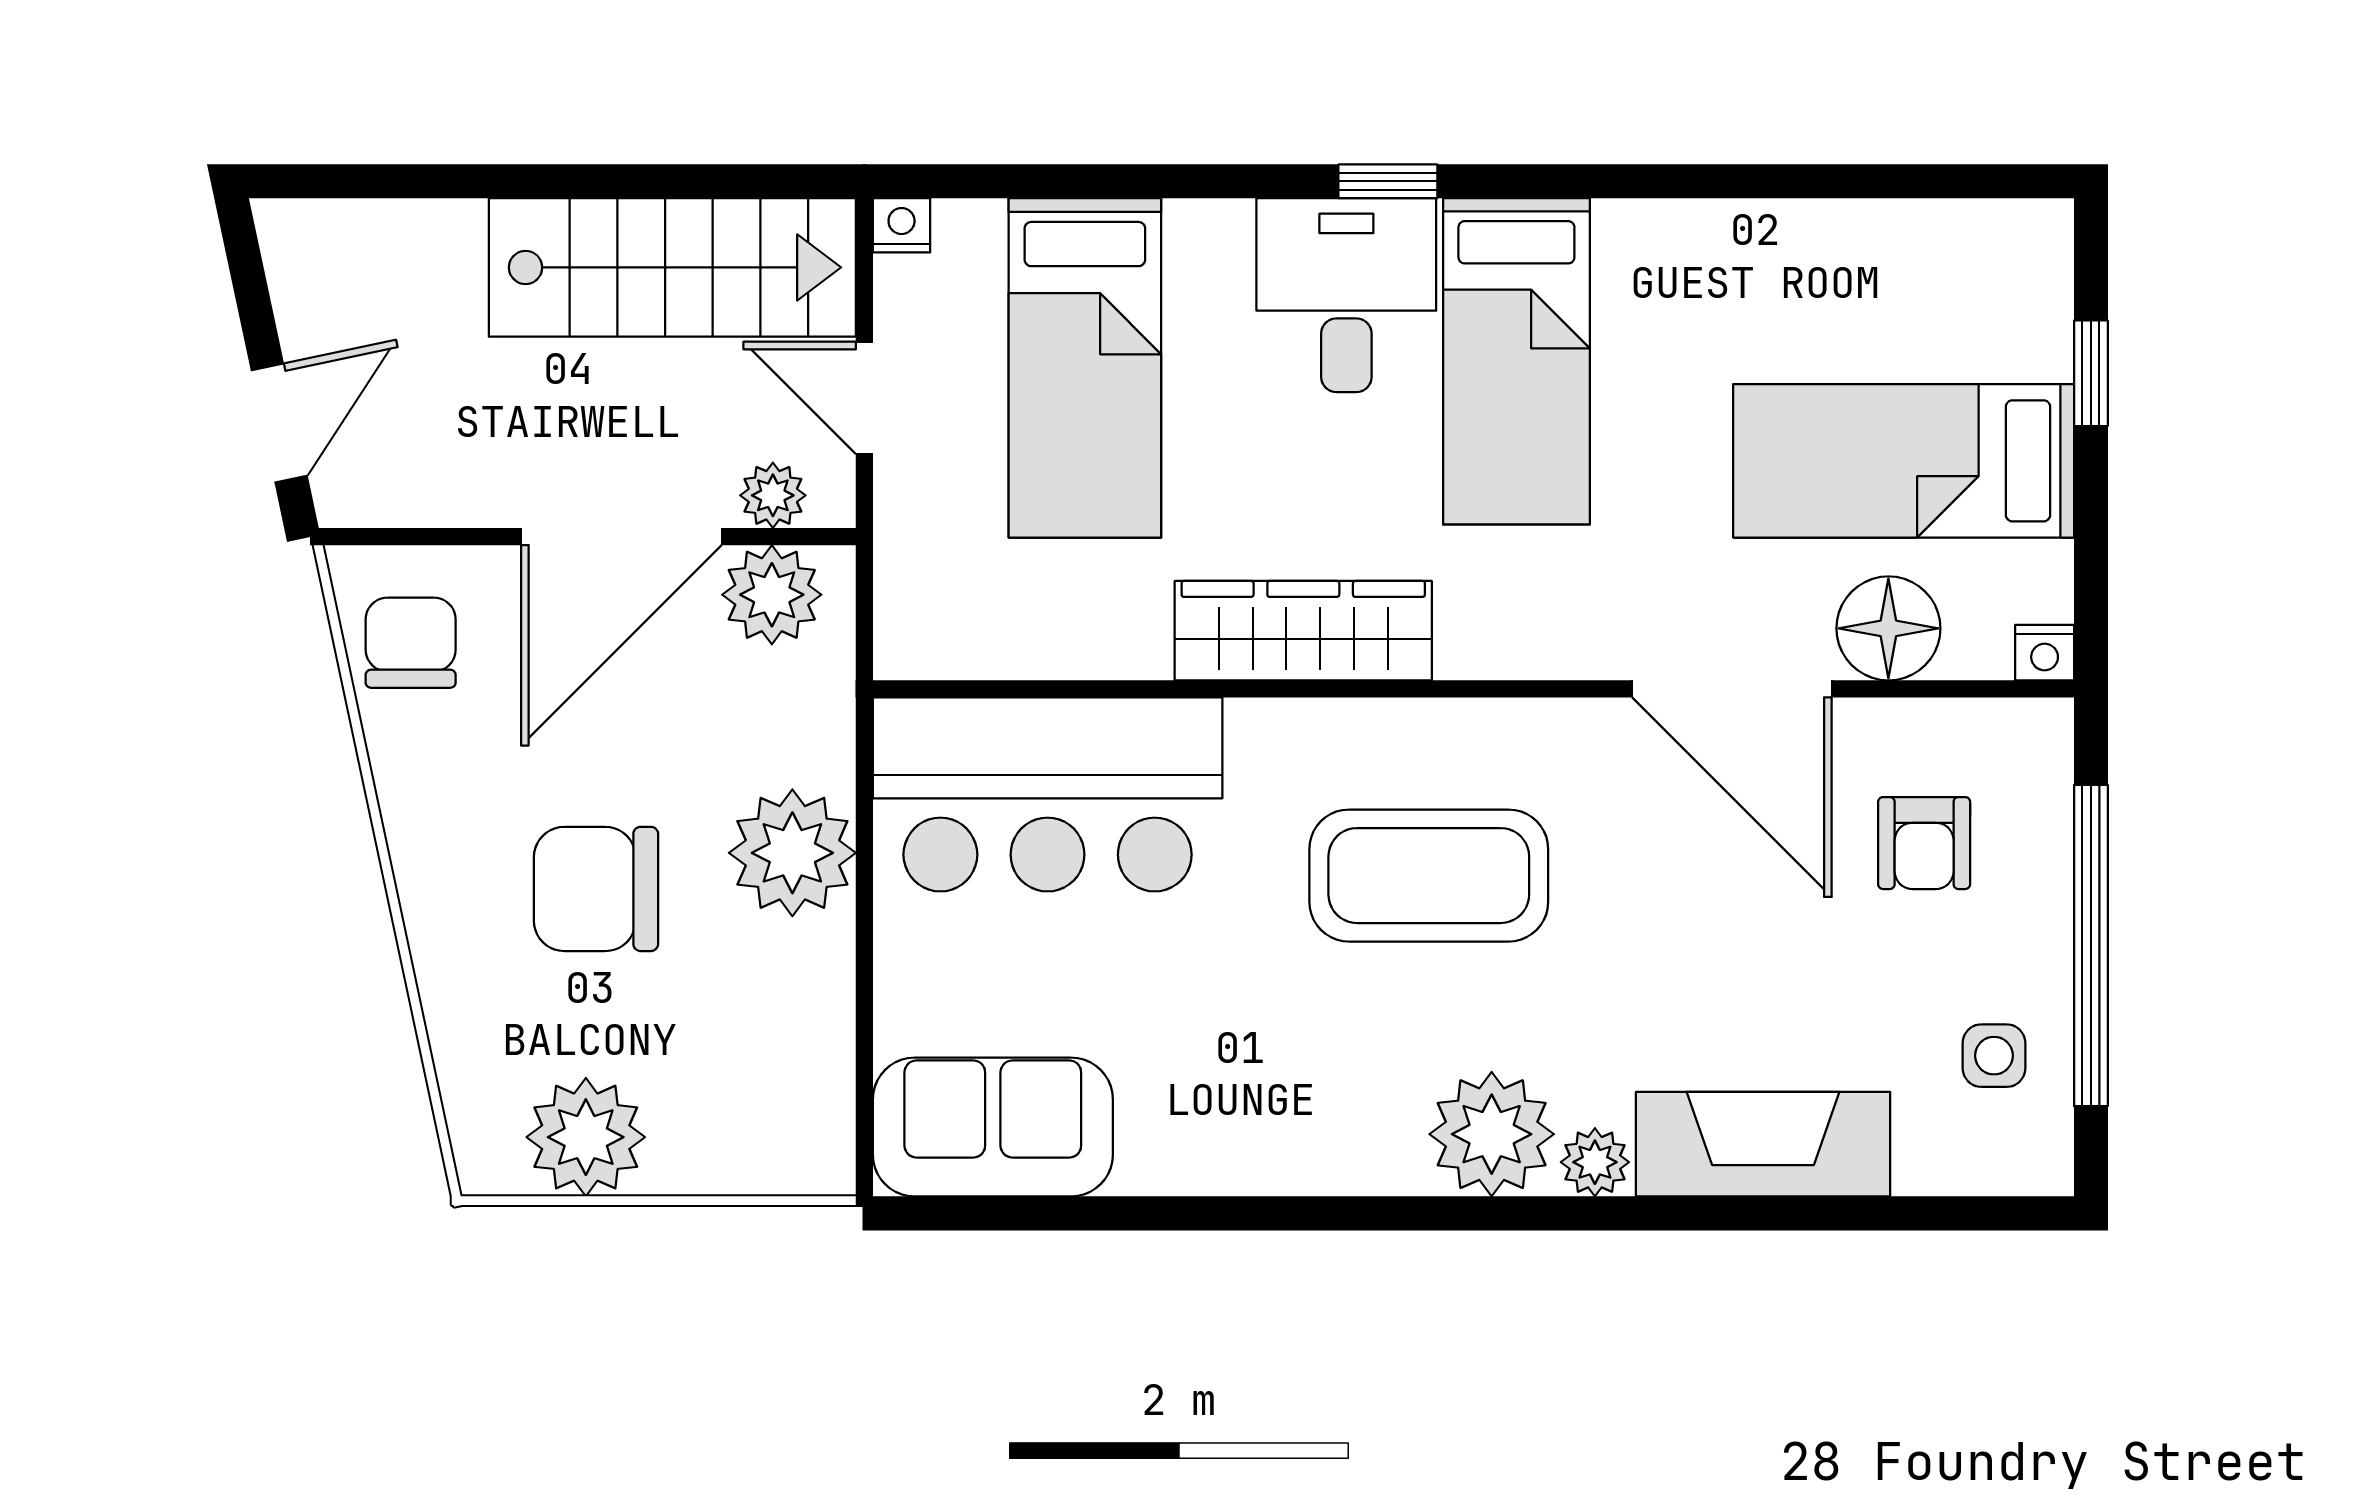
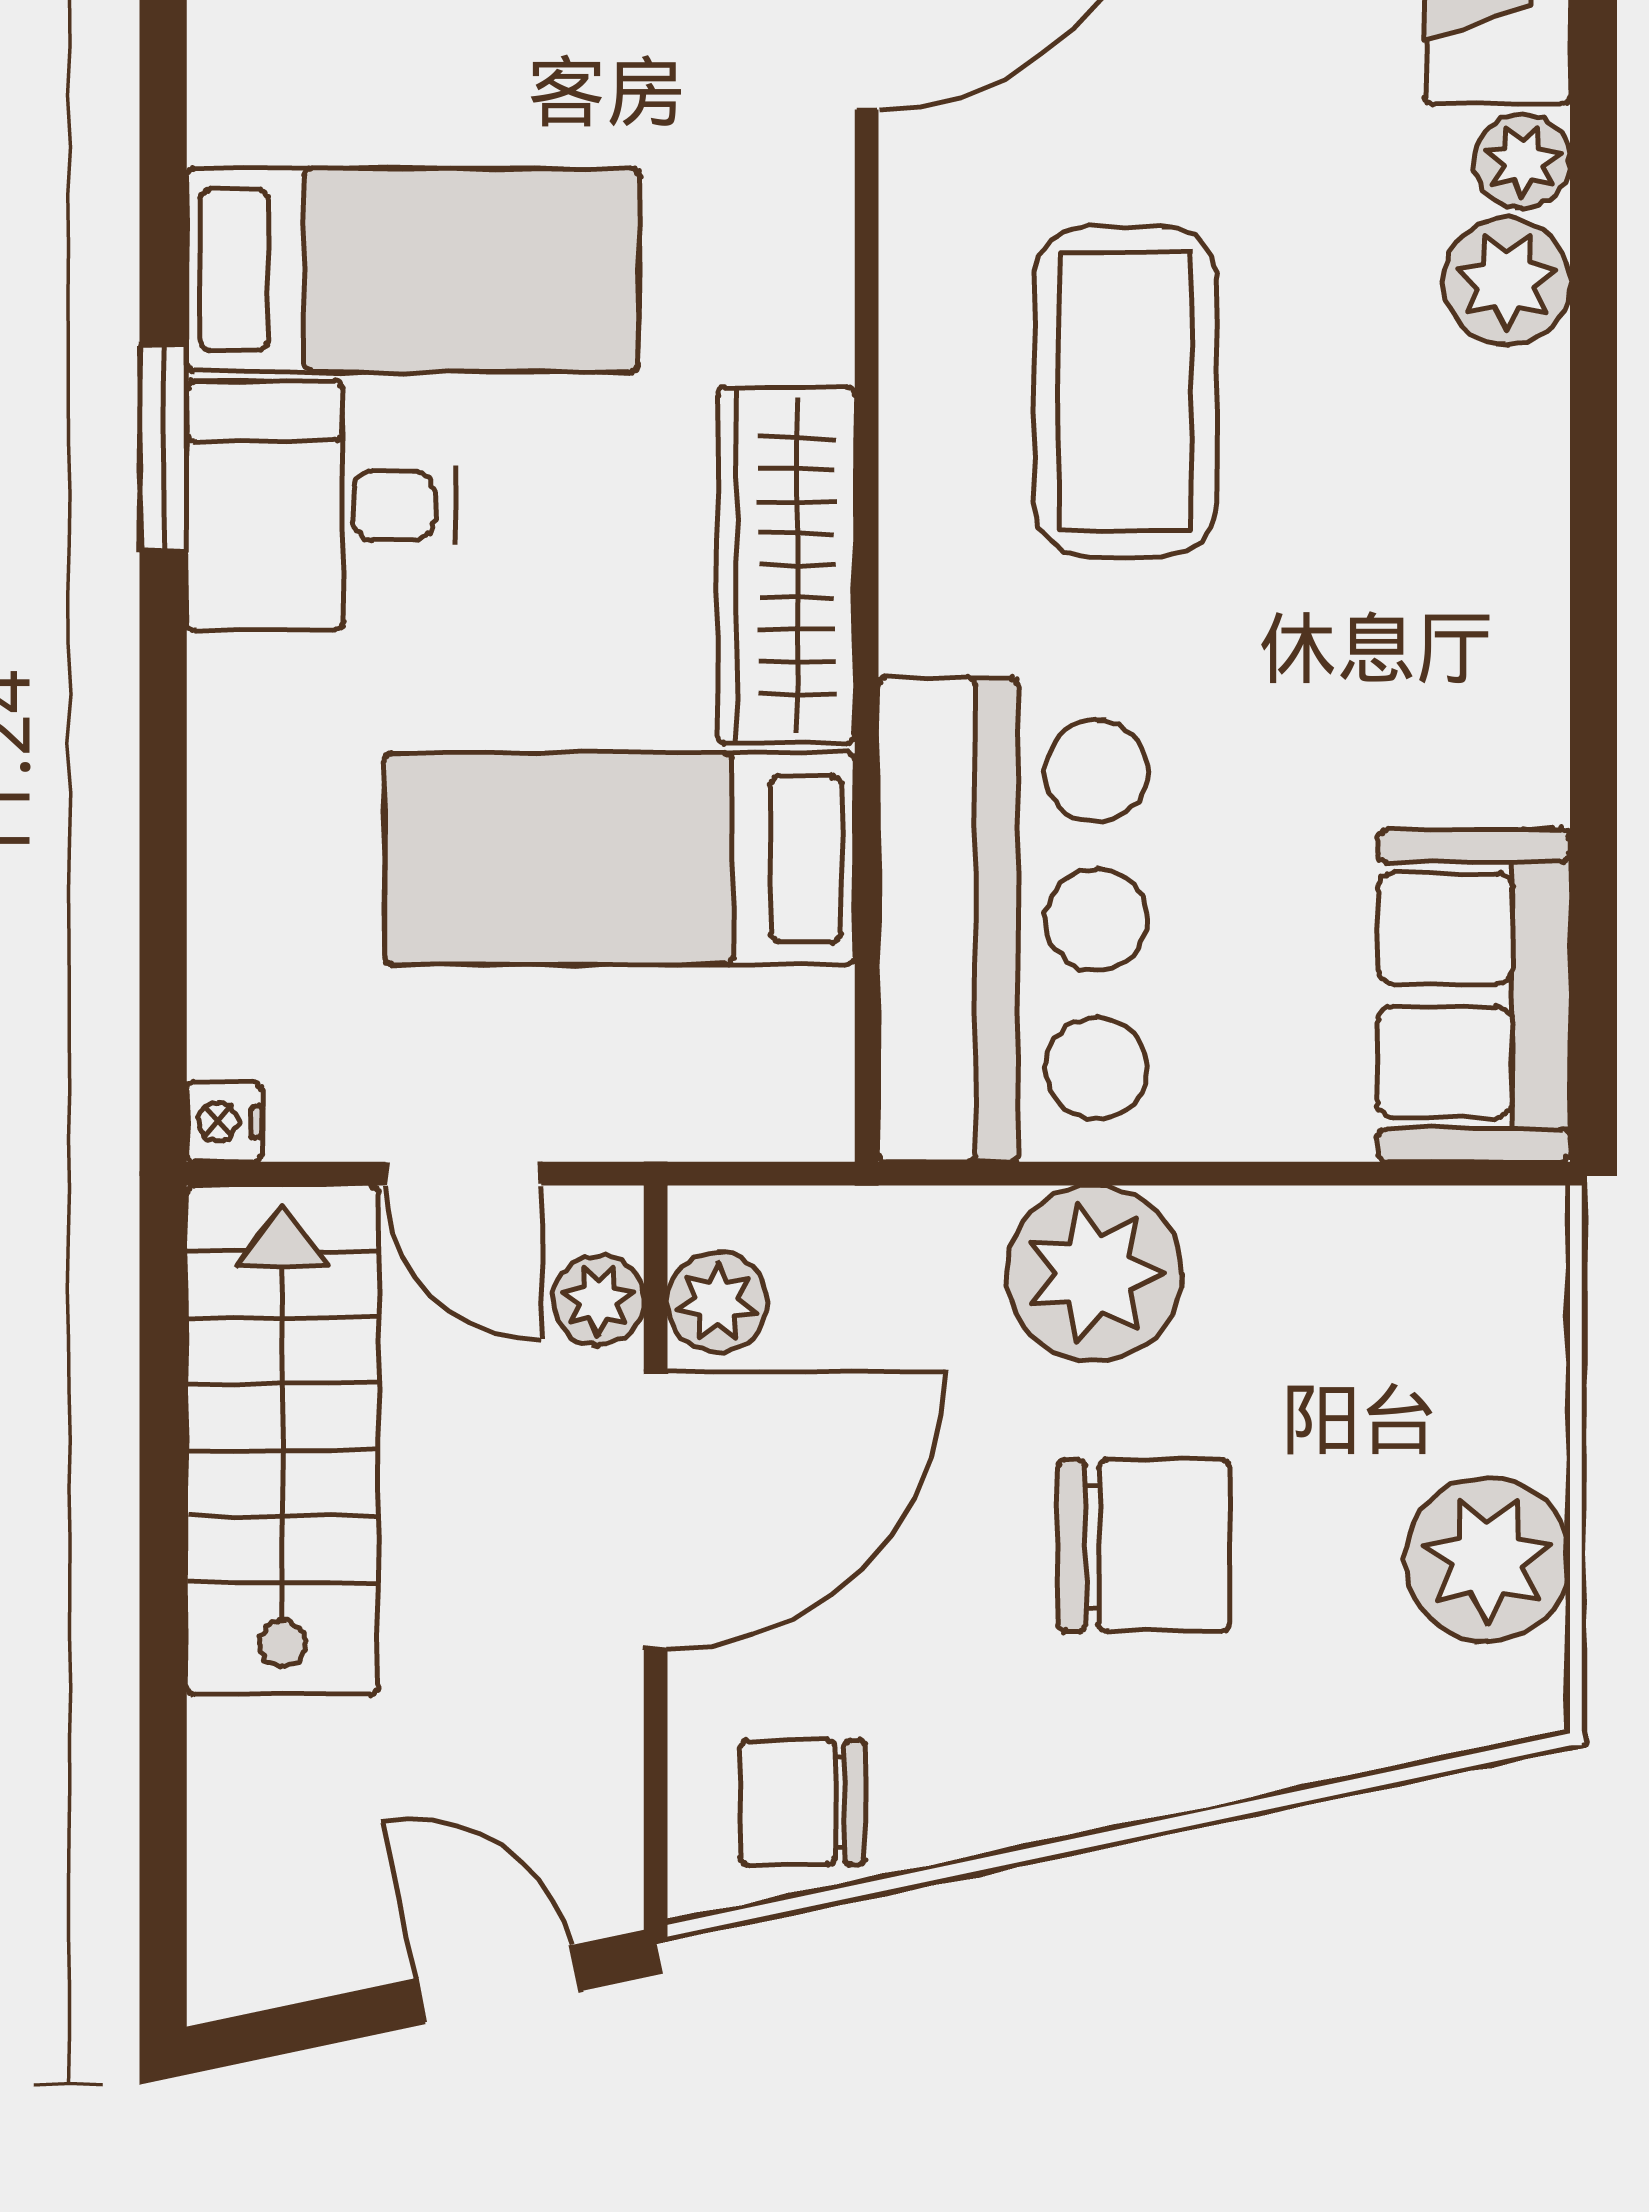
window: (1388, 181) -> (163, 448), width x1.50
bed: (1085, 368) -> (620, 859), moved, turned 180
door: (864, 398) -> (463, 1174), hinge flipped
door: (621, 537) -> (656, 1510), hinge flipped
plant: (772, 595) -> (717, 1302), width x0.73, depth x0.73
chair: (596, 889) -> (1144, 1546), turned -90
plant: (1492, 1134) -> (1507, 281), width x0.73, depth x0.73

